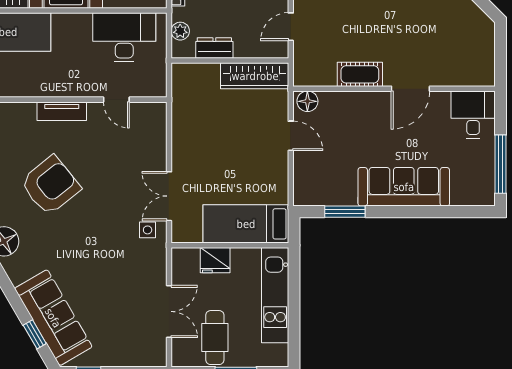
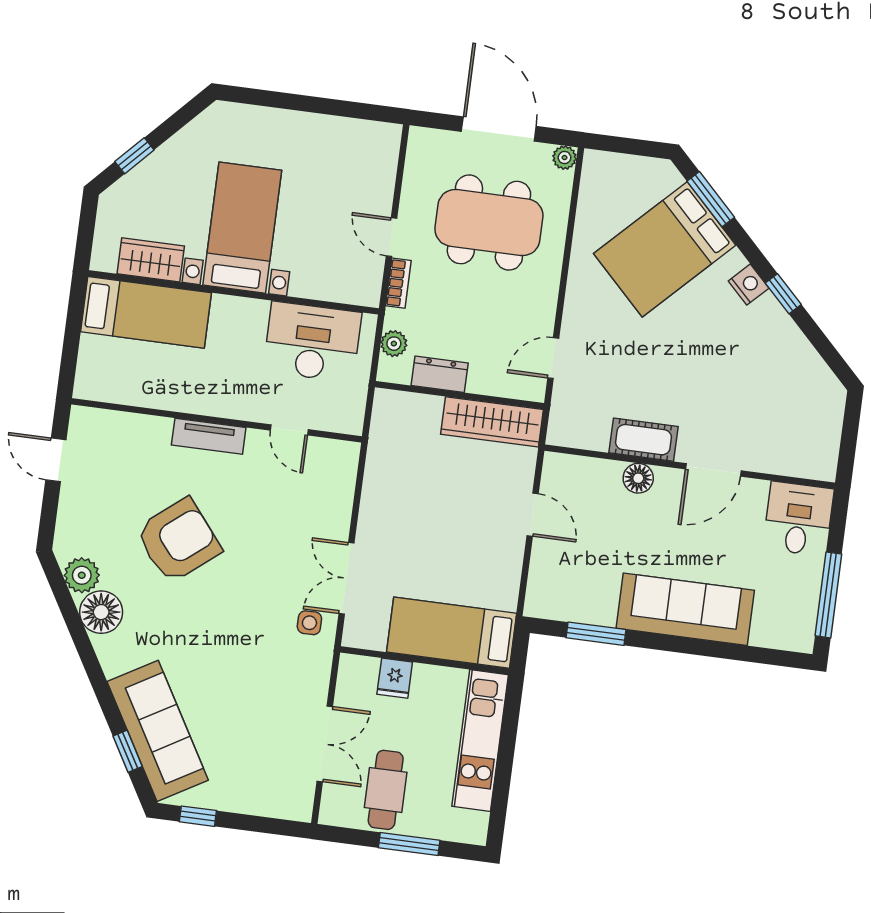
floor lamp: (307, 101) -> (638, 478), moved
fridge: (215, 260) -> (395, 678), width x0.72

